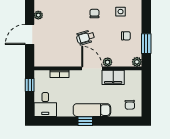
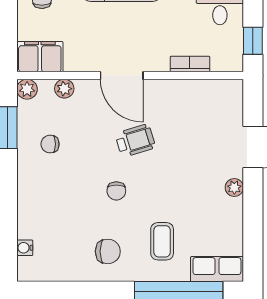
side table: (121, 12) -> (61, 195), removed
plant: (108, 62) -> (64, 89), moved
filing cabinet: (113, 77) -> (40, 57), moved

